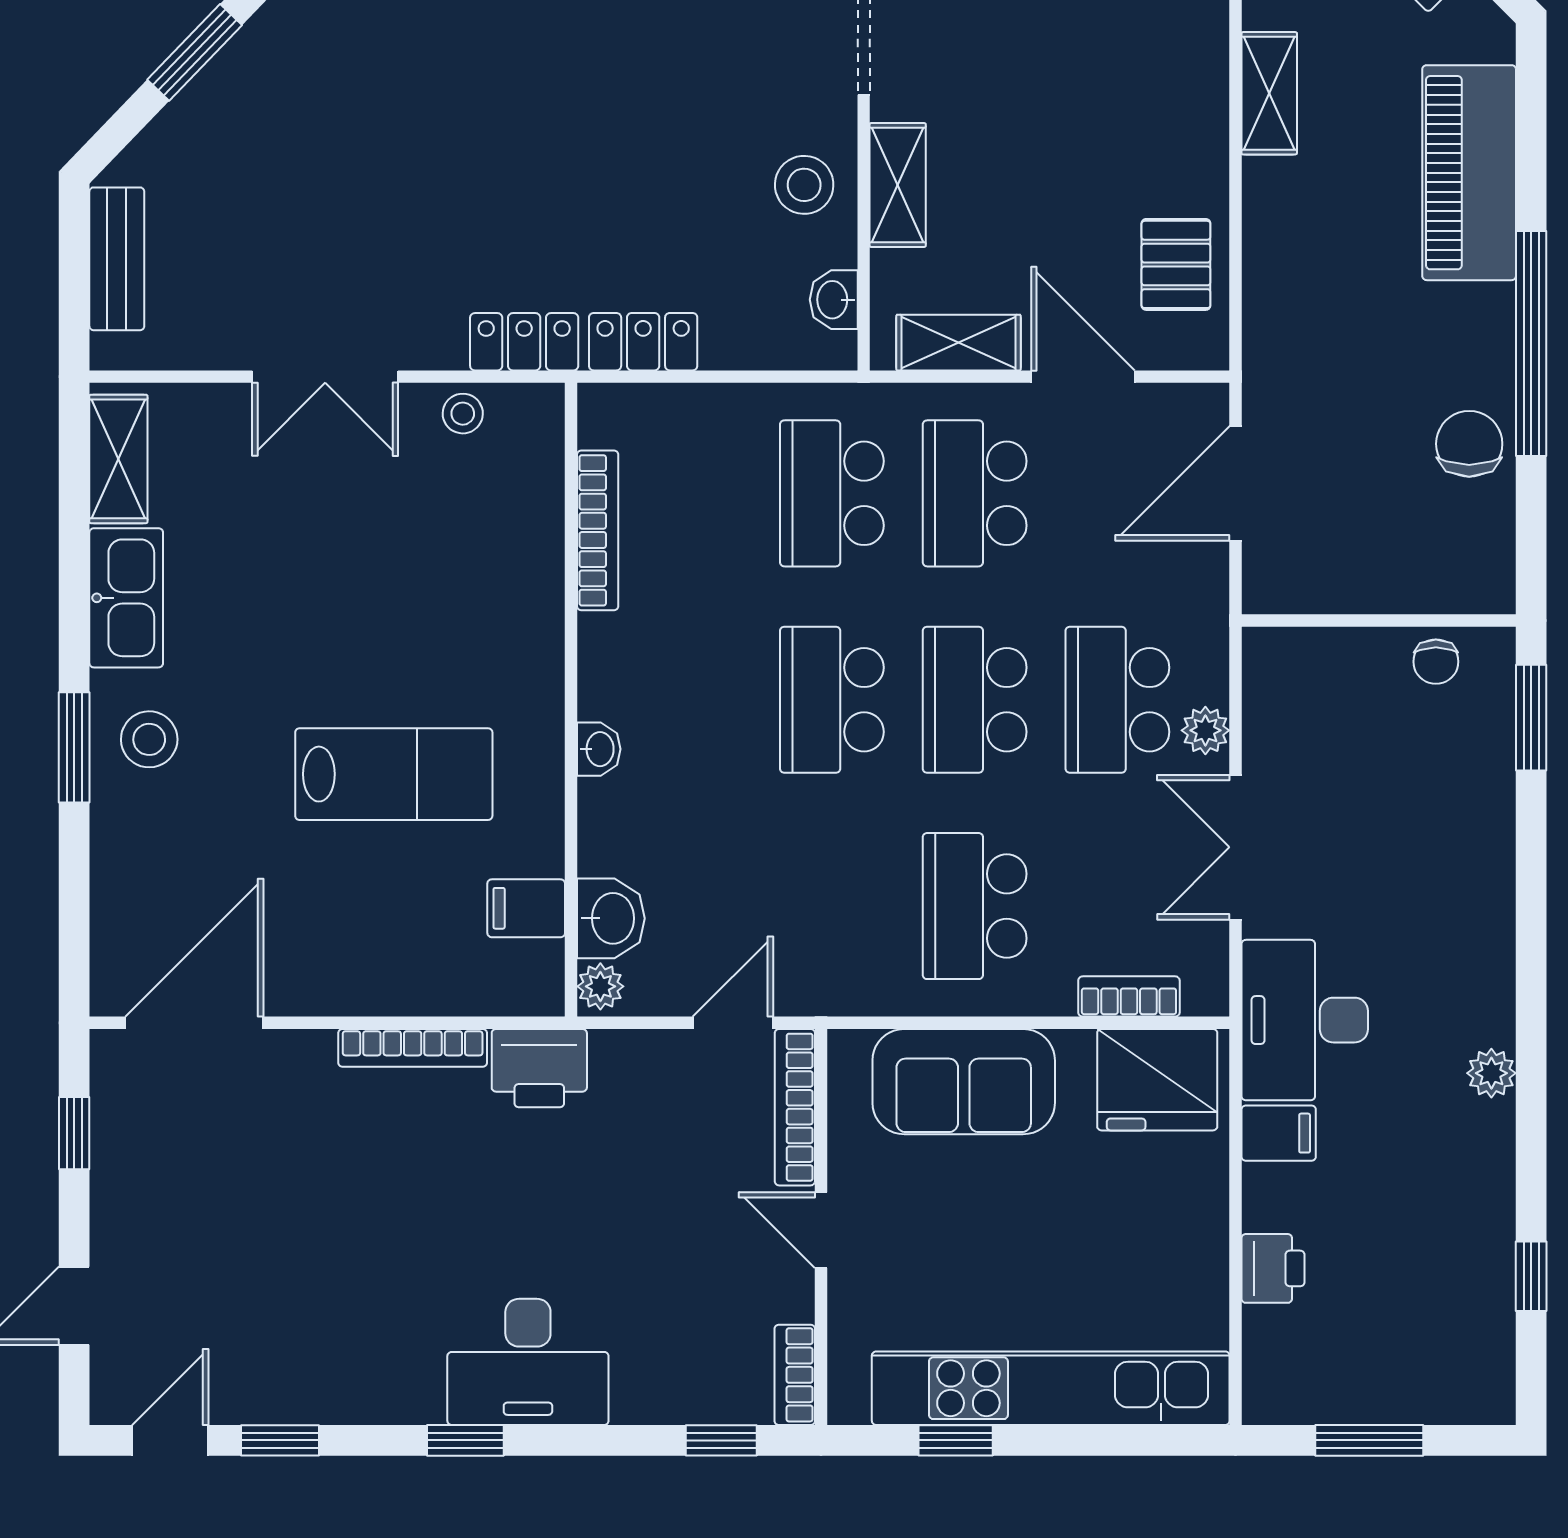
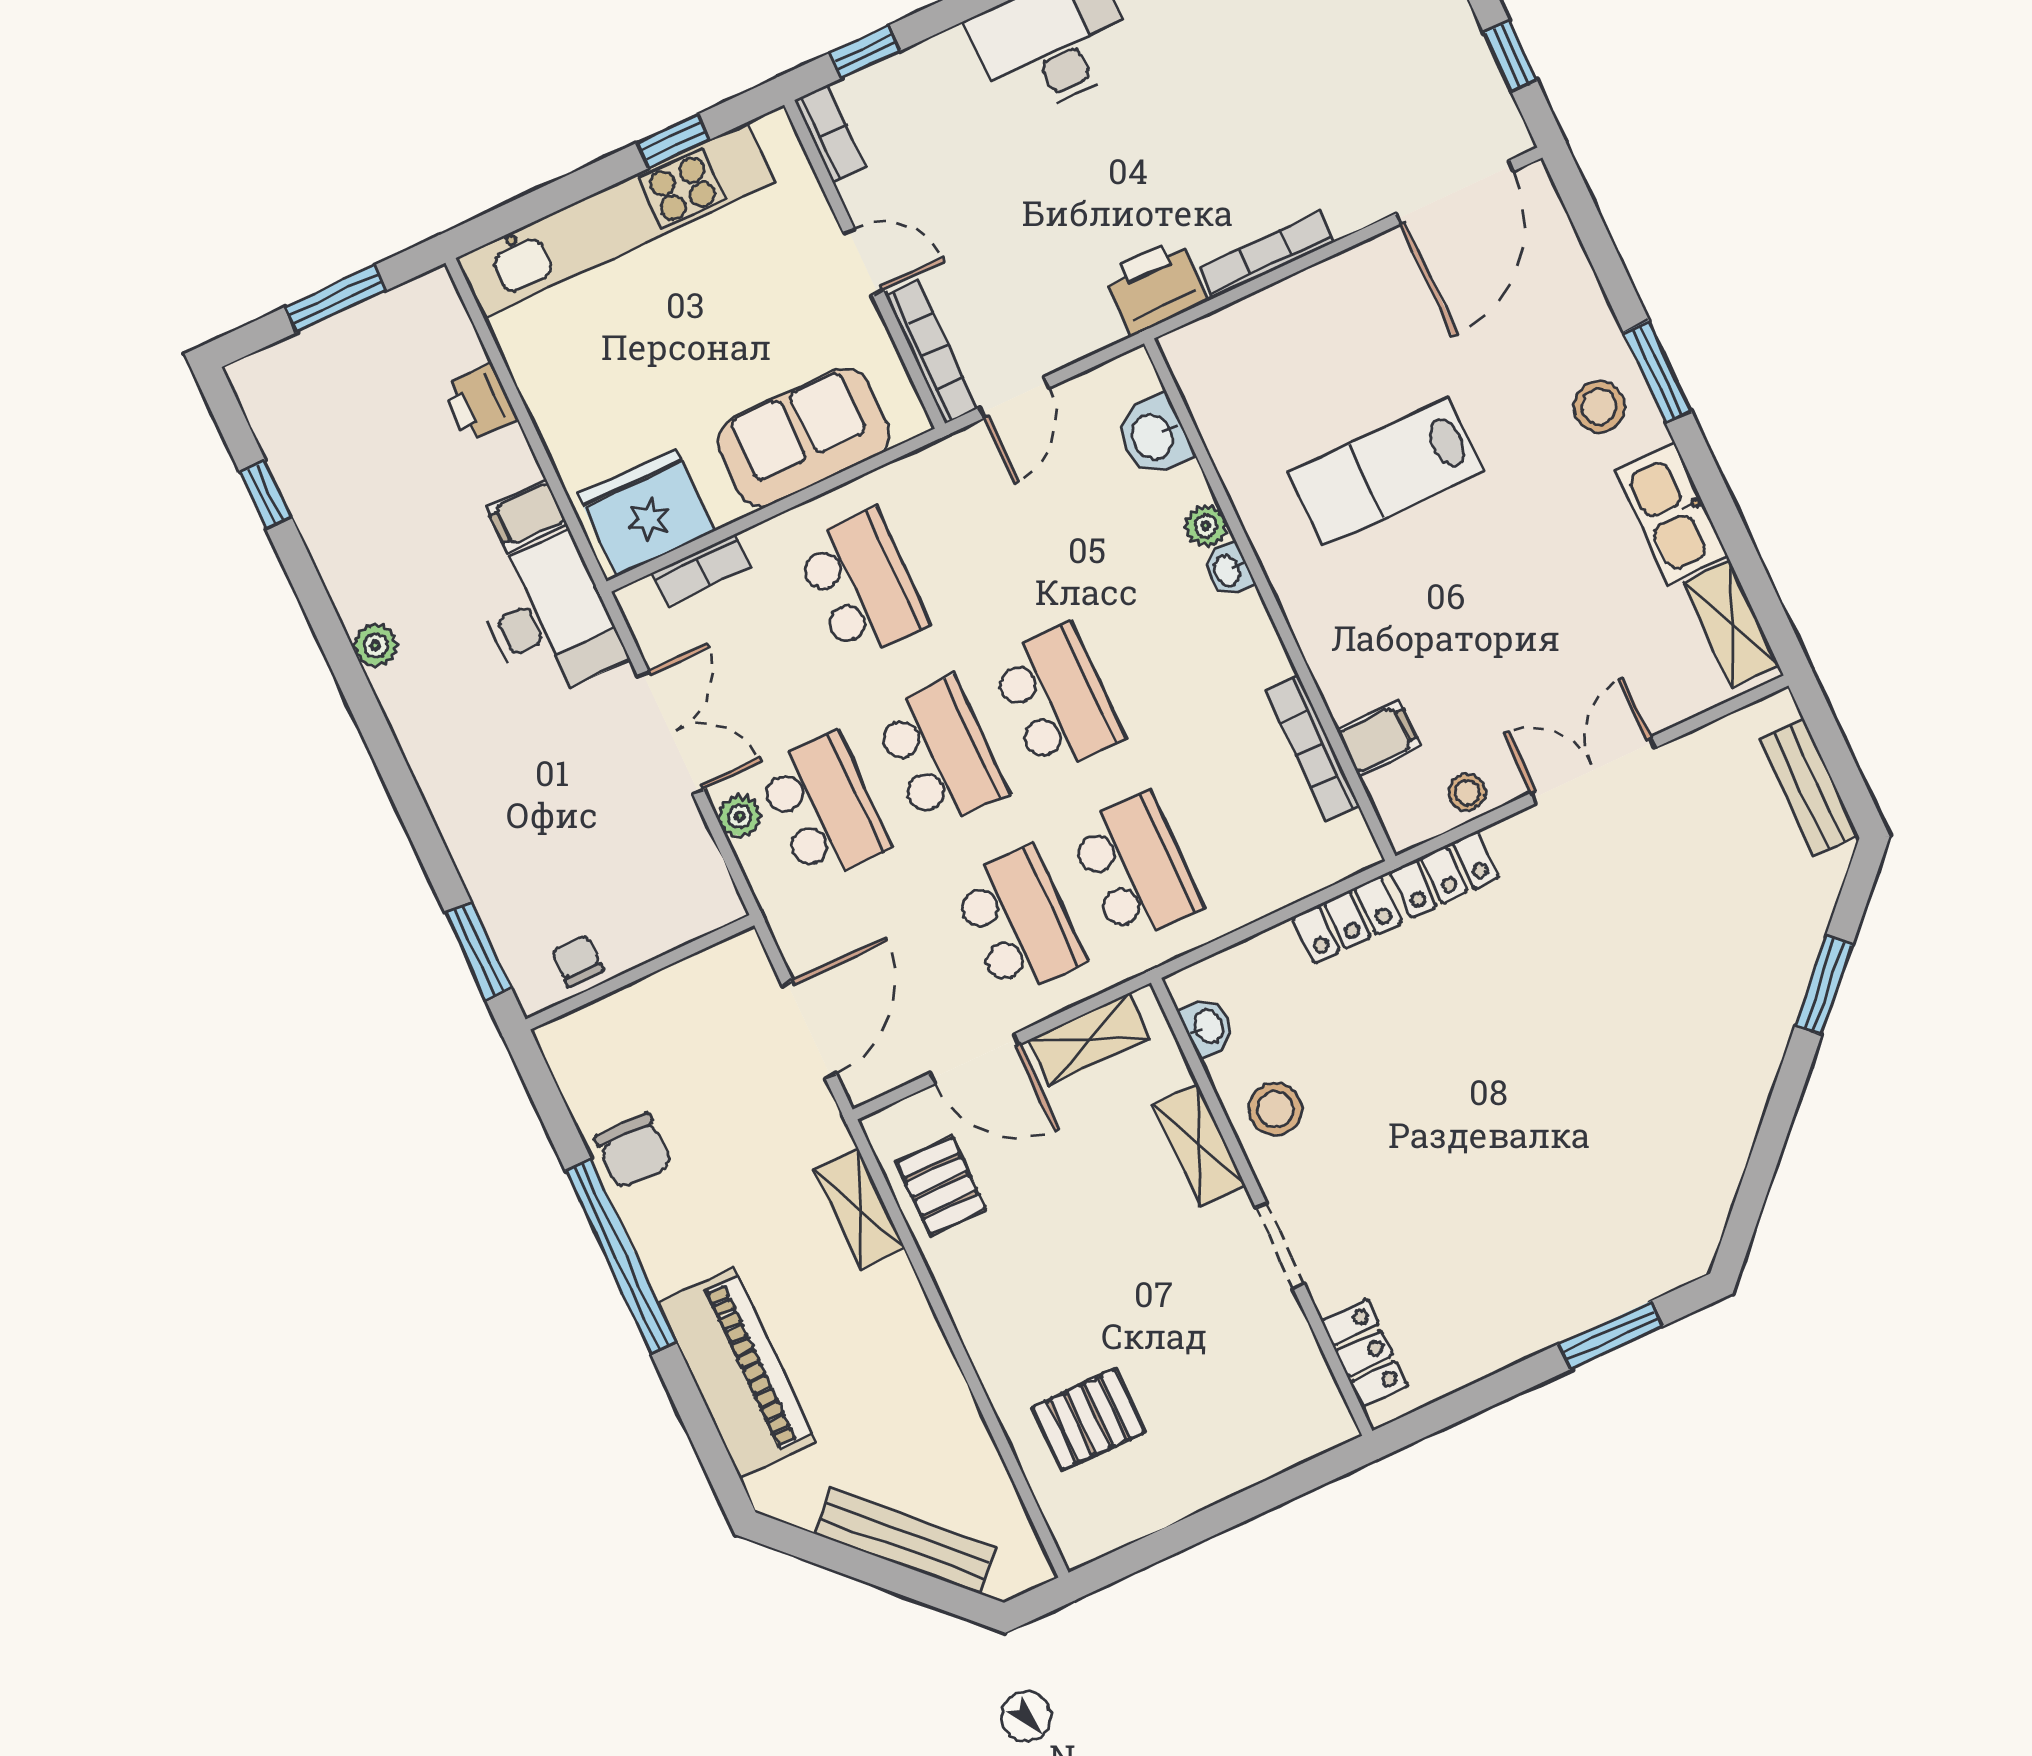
shelving: (1269, 93) -> (859, 1209), moved
filing cabinet: (526, 908) -> (1379, 738), moved
plant: (600, 986) -> (1206, 526), moved

